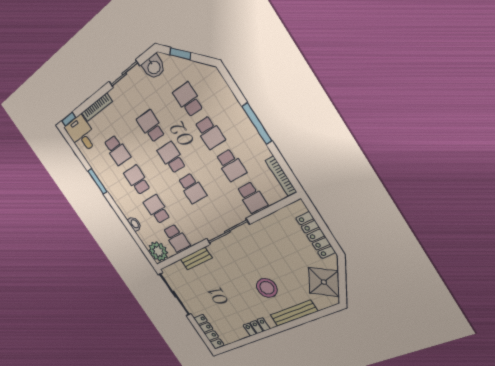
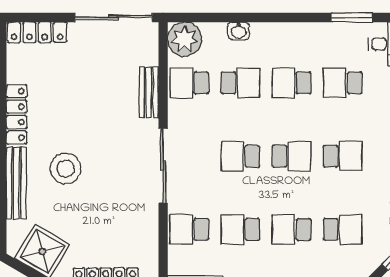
school desk: (137, 180) -> (292, 83), turned 180
window: (97, 181) -> (352, 17), moved
locker: (256, 327) -> (17, 114), width x1.53

